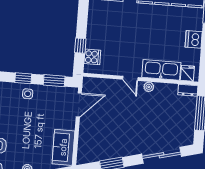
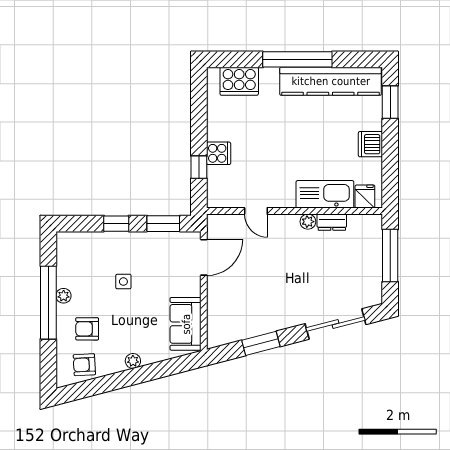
cooker: (92, 57) -> (219, 153), moved
door: (130, 78) -> (256, 211), moved
dresser: (188, 90) -> (332, 222), moved
side table: (28, 94) -> (123, 282), moved

